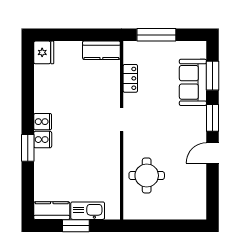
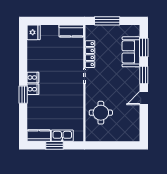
locker: (130, 78) -> (90, 54), width x1.53

